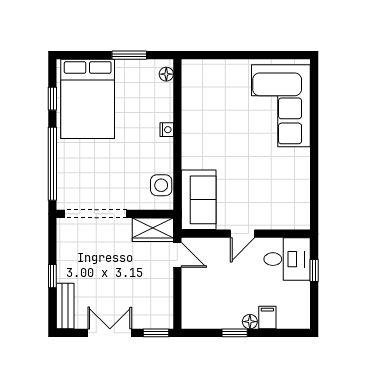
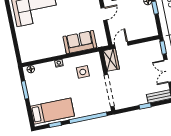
bed: (88, 99) -> (52, 111), width x0.67
side table: (161, 185) -> (83, 72), moved
sofa: (199, 200) -> (80, 42), moved
door: (242, 234) -> (104, 14), hinge flipped

